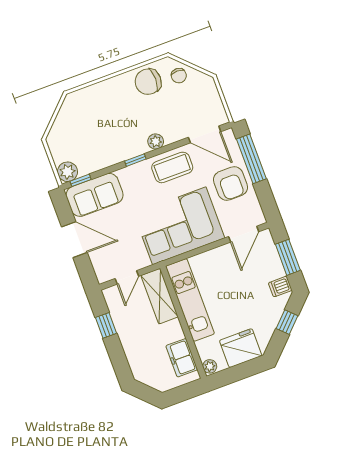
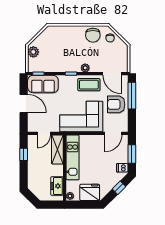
chair: (148, 82) -> (93, 35), turned -90
plant: (67, 172) -> (33, 52), moved
armchair: (230, 184) -> (116, 104), turned 90

